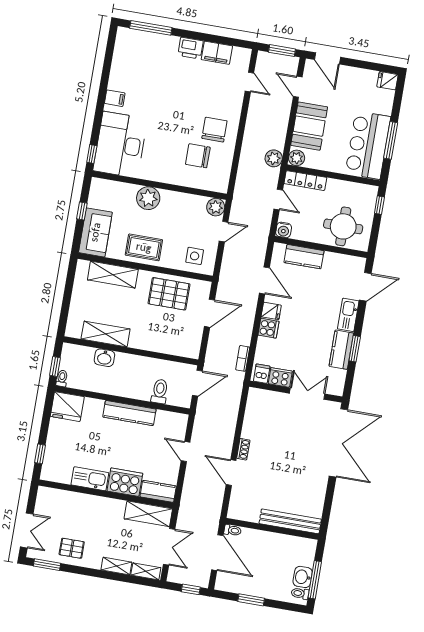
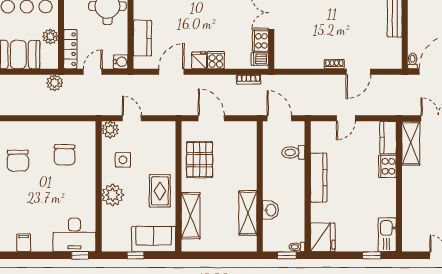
chair: (214, 130) -> (18, 161), moved, turned -90
desk: (120, 145) -> (74, 235), width x0.73, depth x0.77
plant: (297, 158) -> (50, 37), moved
side table: (195, 256) -> (123, 160), moved
kitchen sink: (90, 479) -> (387, 235), moved
cooker: (125, 482) -> (387, 166), width x0.73, depth x0.76

